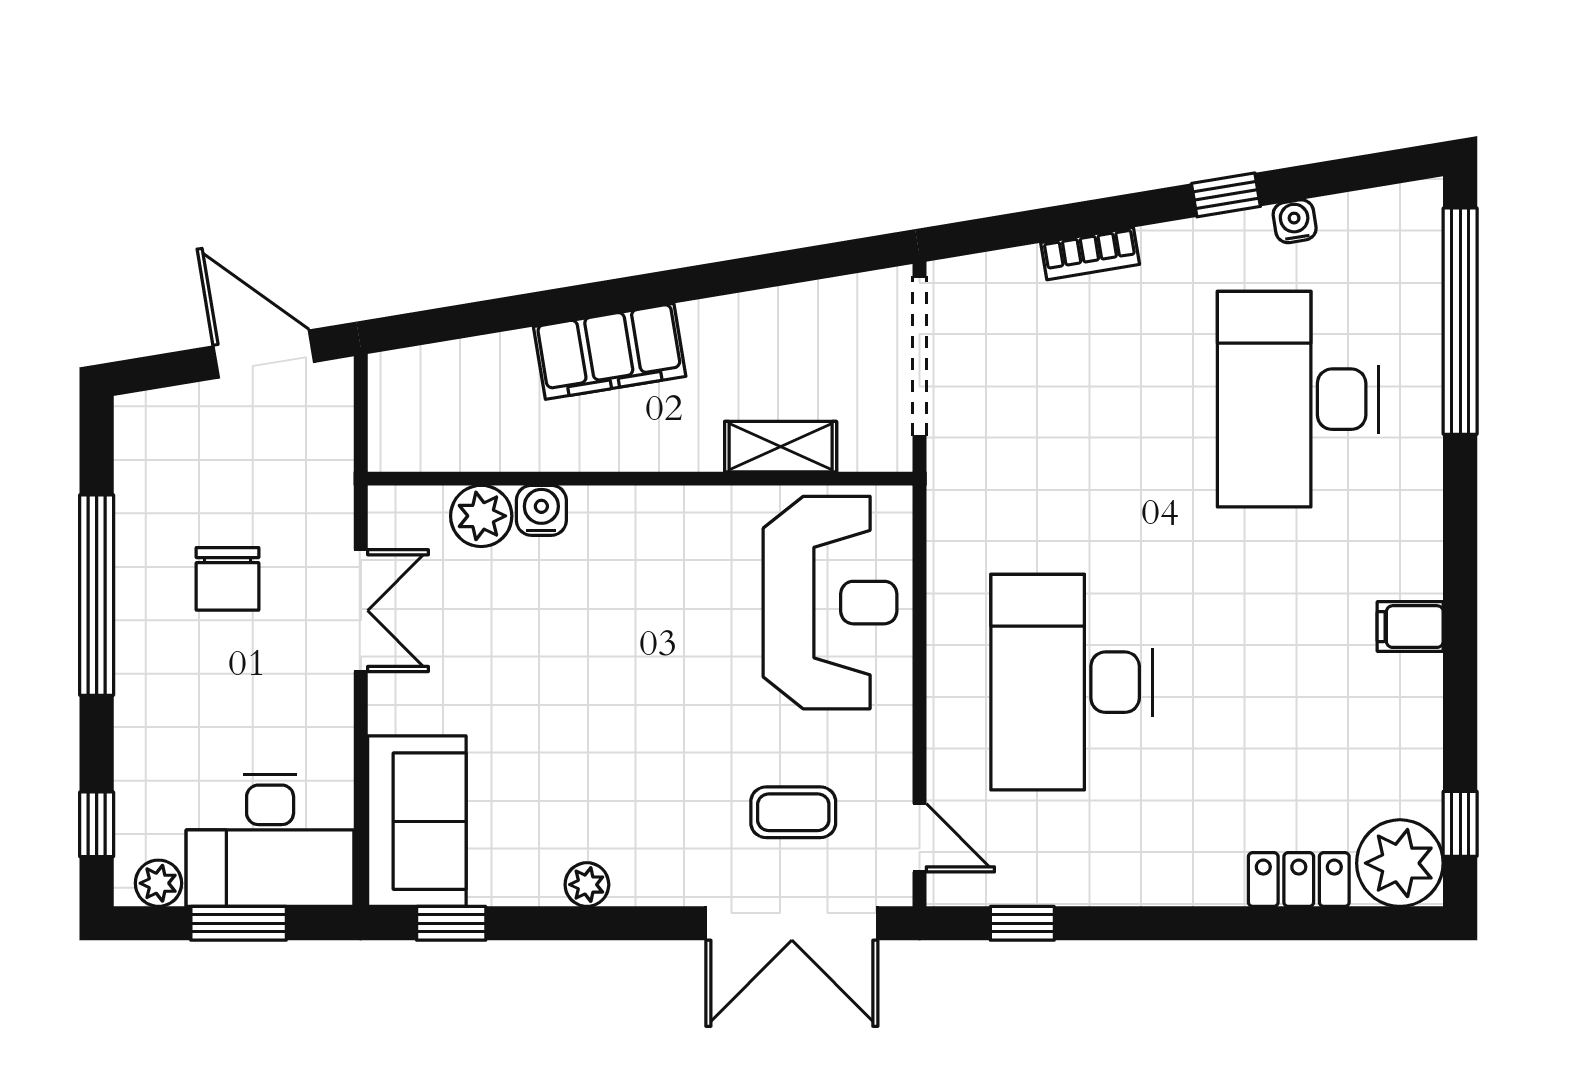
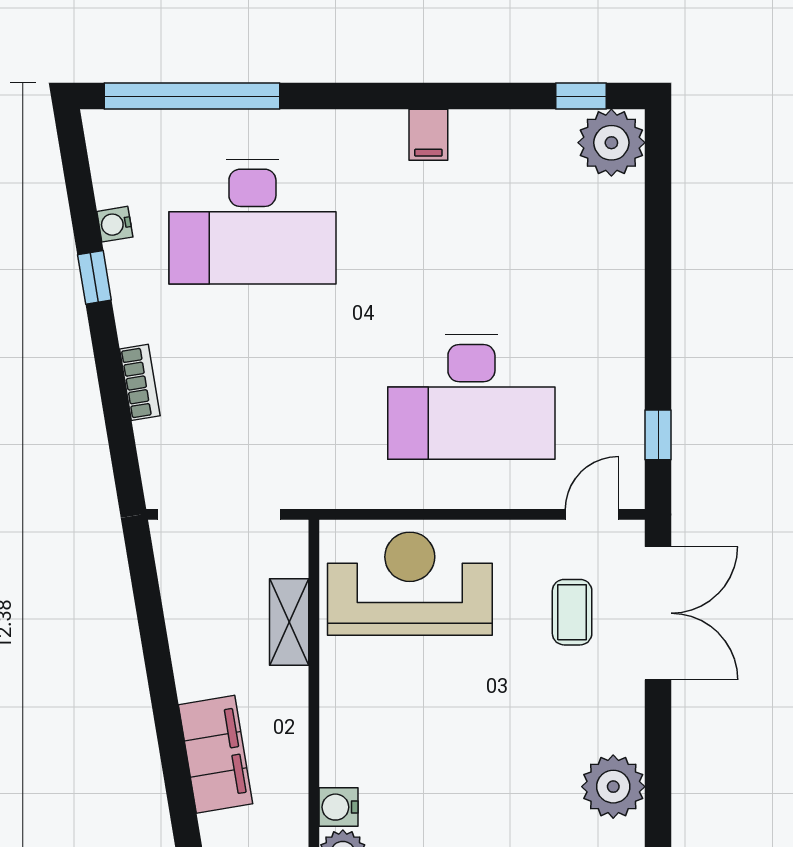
locker: (1299, 879) -> (624, 221), removed
plant: (587, 885) -> (613, 787), width x1.88, depth x1.88

